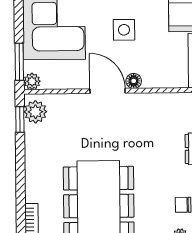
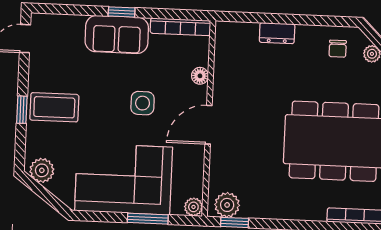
window: (19, 62) -> (148, 219), moved
floor lamp: (134, 81) -> (200, 76), moved

